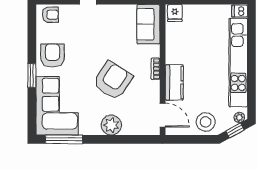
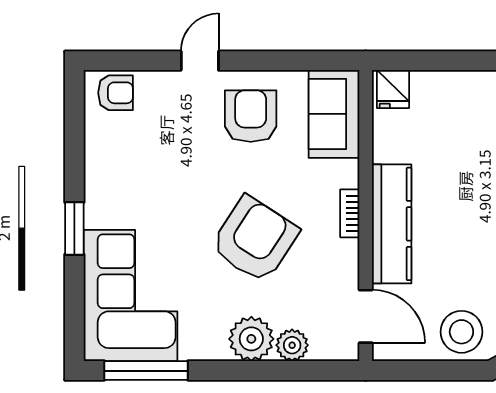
armchair: (52, 55) -> (251, 116), moved
kitchen counter: (174, 82) -> (392, 224), width x1.50
plant: (130, 128) -> (292, 345), added

